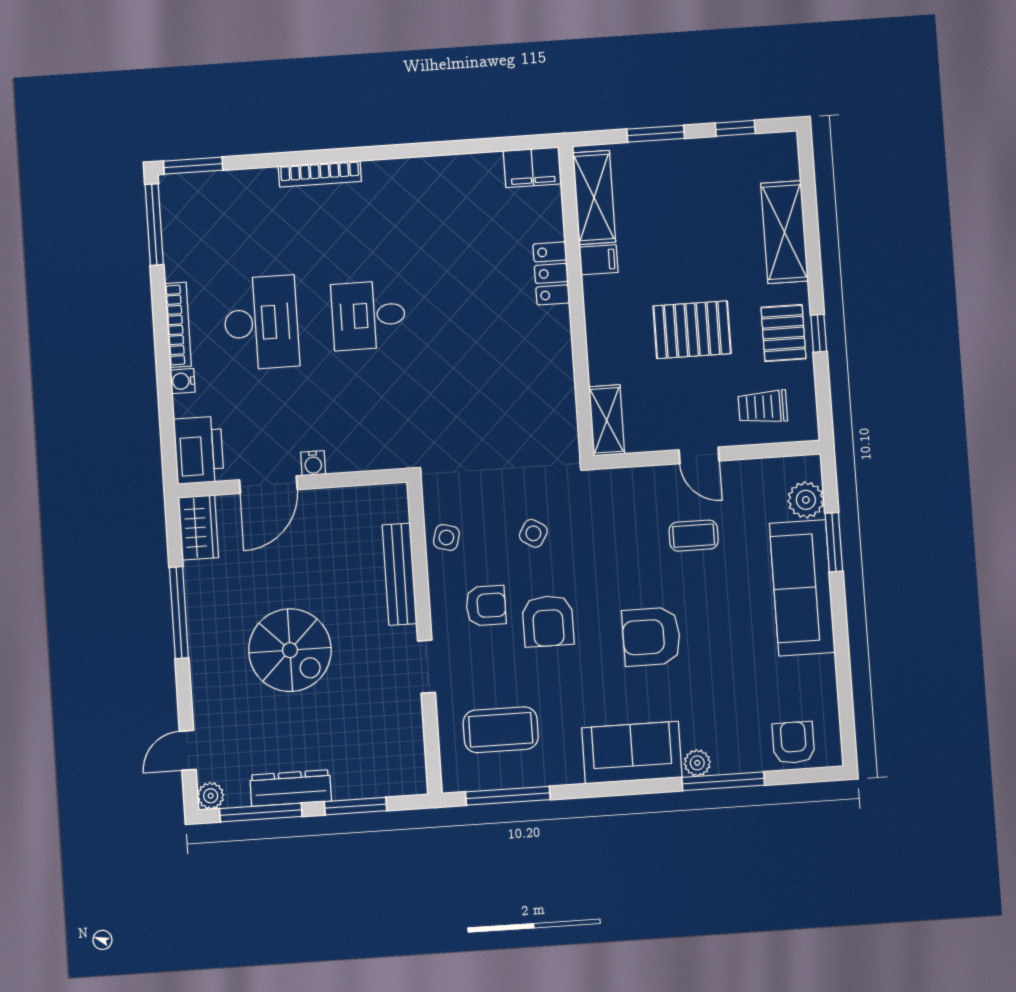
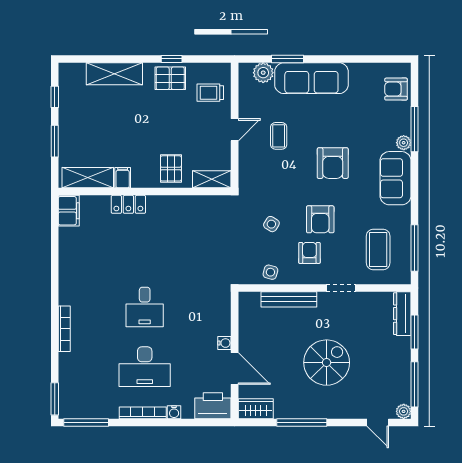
desk: (261, 323) -> (145, 367), turned 180
pallet: (692, 330) -> (171, 168), moved, width x0.67, depth x0.71
trolley: (763, 407) -> (210, 93), turned 90
armchair: (548, 621) -> (320, 219), turned 90
dresser: (291, 788) -> (402, 314), moved

